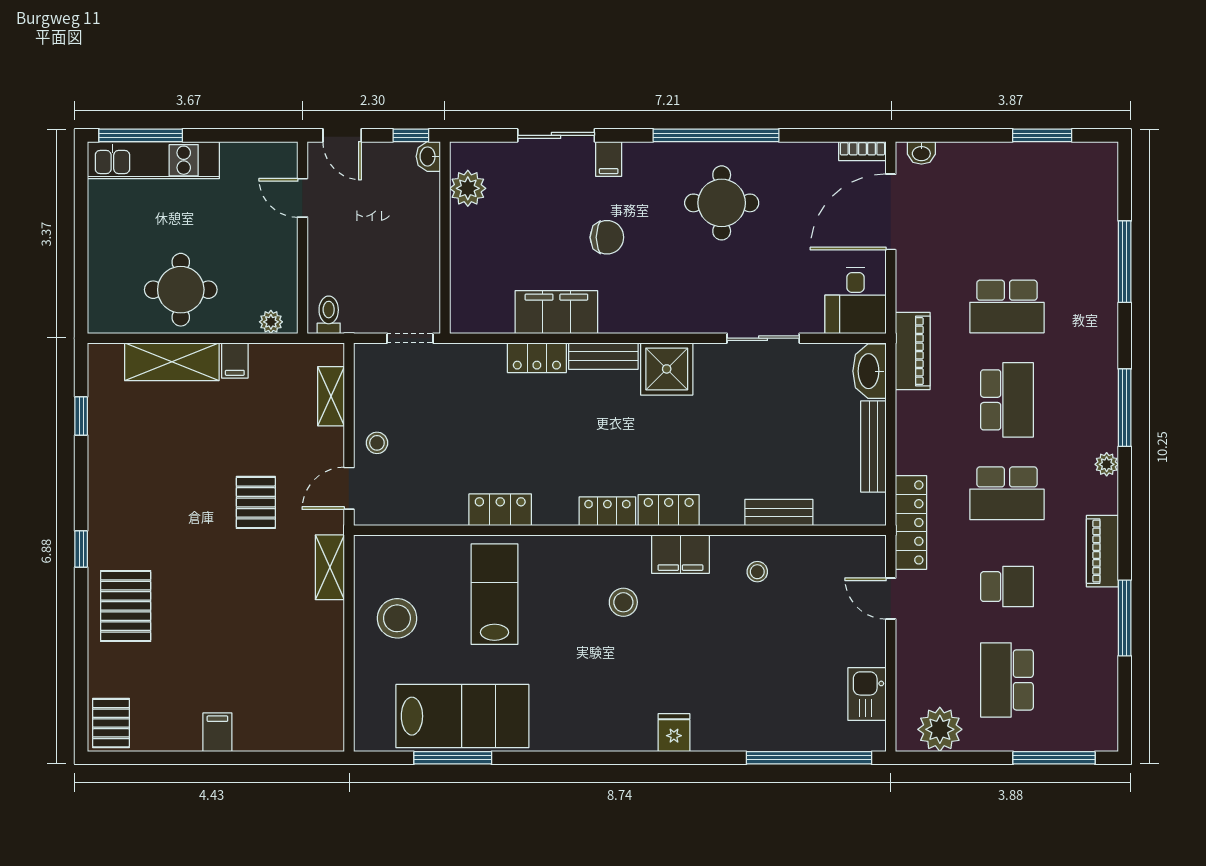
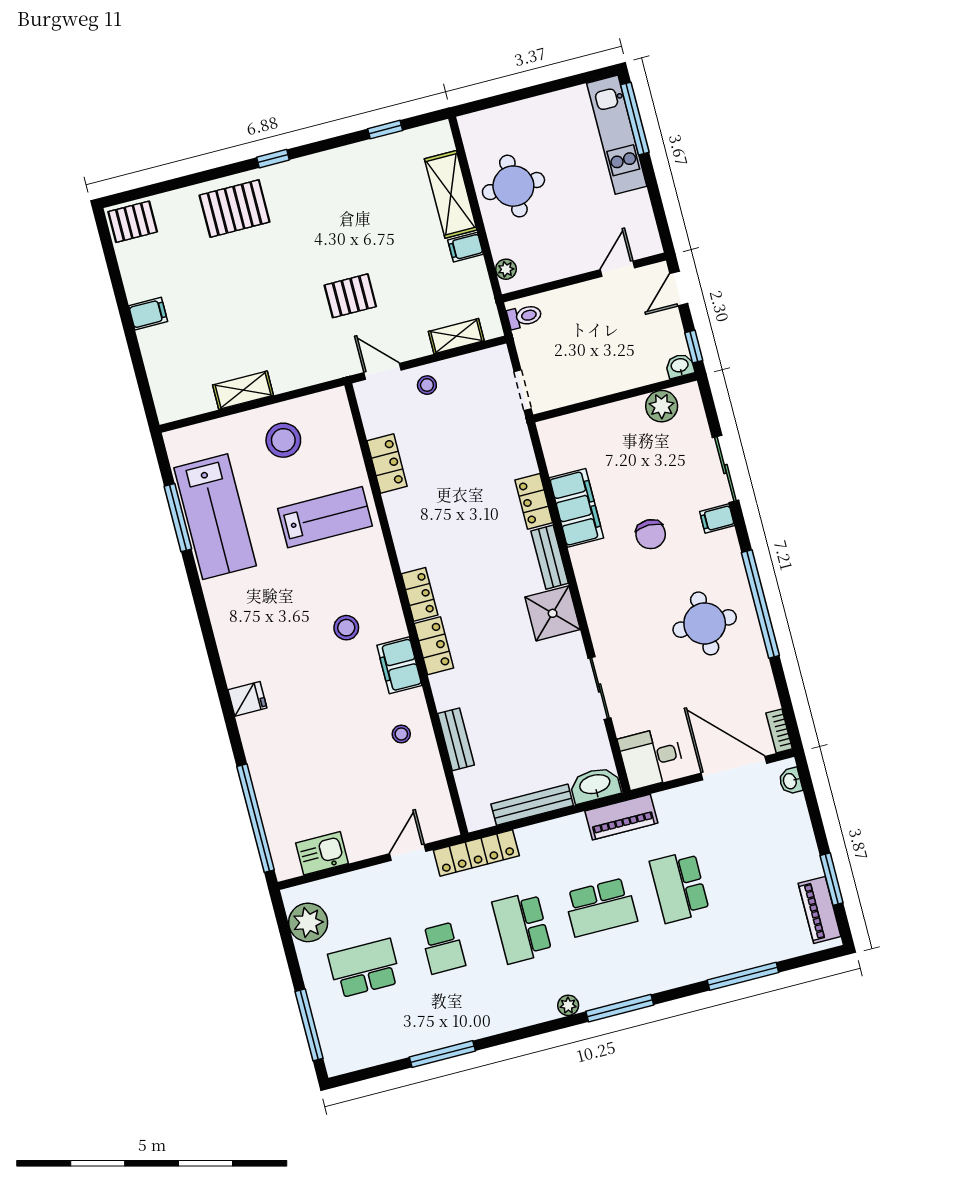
locker: (500, 510) -> (387, 463), moved
piano: (1102, 551) -> (820, 910), moved, turned -90
shelving: (330, 567) -> (243, 390), moved

